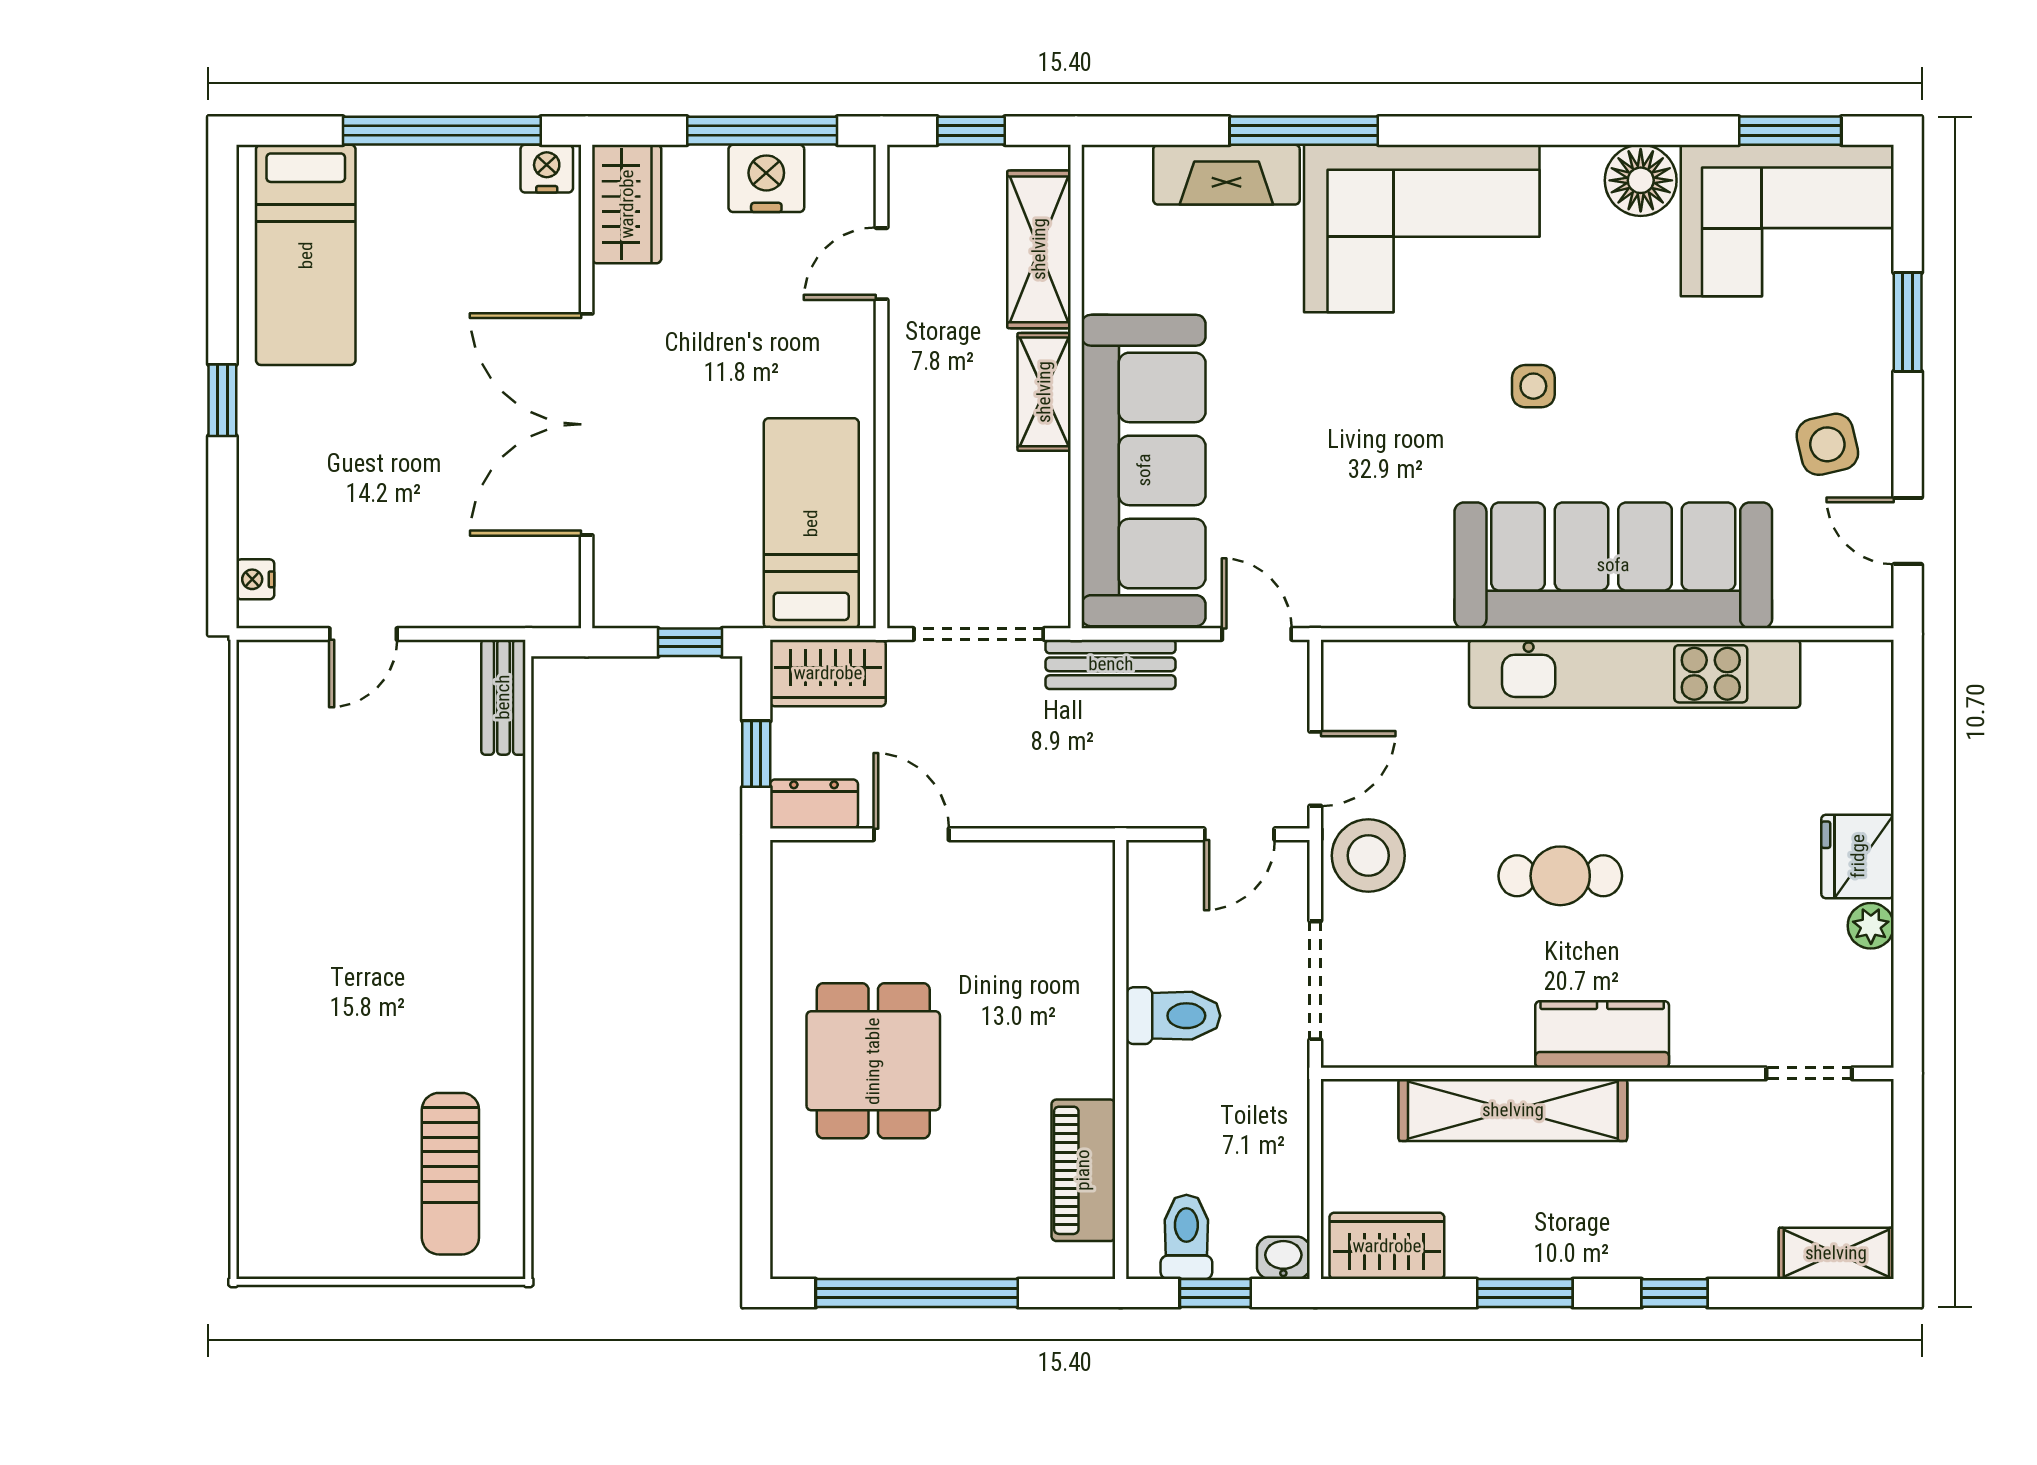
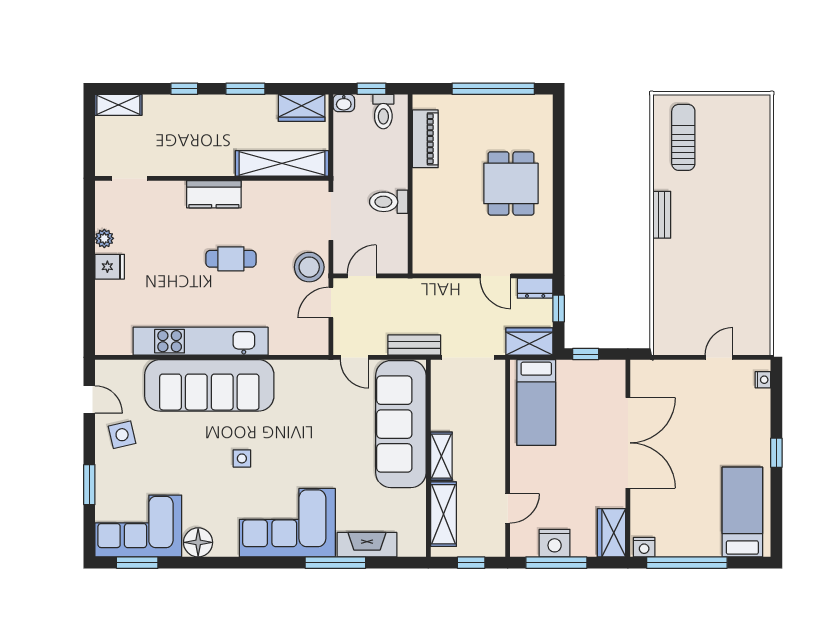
bench: (503, 697) -> (662, 215), moved
fridge: (1858, 856) -> (110, 267), width x0.72
shelving: (1513, 1110) -> (282, 163), moved

